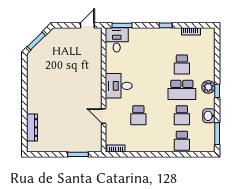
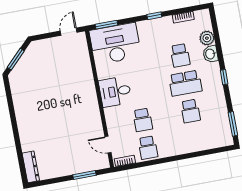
desk: (117, 40) -> (115, 44), width x1.87, depth x1.30
plant: (208, 87) -> (207, 38), moved
door: (104, 116) -> (108, 145), moved
washbasin: (209, 116) -> (210, 54), moved
dresser: (32, 127) -> (31, 167), moved
school desk: (182, 141) -> (148, 148), moved

